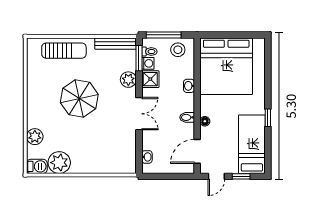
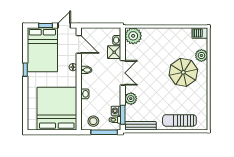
shower: (150, 79) -> (114, 52), moved
parasol: (79, 99) -> (183, 72), moved
double door: (139, 114) -> (123, 73), swing flipped
bed: (252, 144) -> (42, 50), width x1.50
door: (197, 151) -> (79, 44), hinge flipped
plant: (59, 163) -> (133, 36), moved

